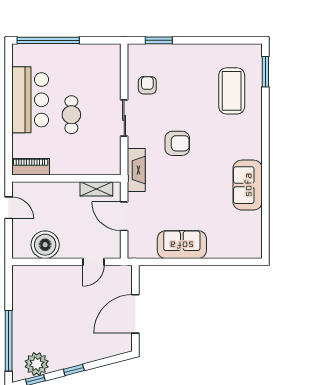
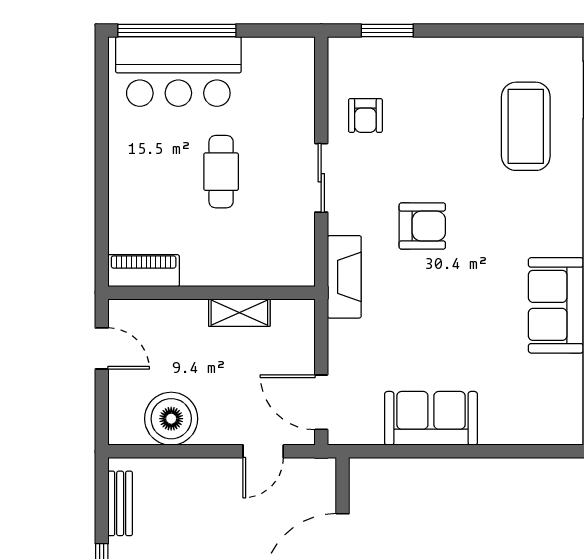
armchair: (147, 85) -> (365, 116), turned 180
bar counter: (30, 100) -> (178, 71), moved, turned 90
shelving: (96, 189) -> (239, 313), moved
door: (124, 216) -> (321, 402), moved
bench: (18, 289) -> (120, 503), added

